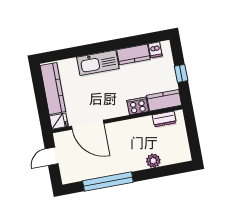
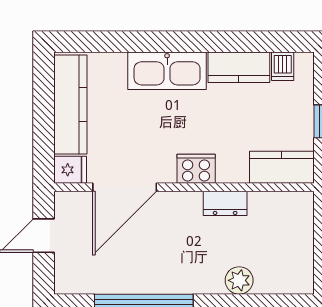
cooker: (138, 106) -> (196, 169), moved
dresser: (164, 119) -> (225, 203), moved
door: (88, 125) -> (125, 187), hinge flipped

